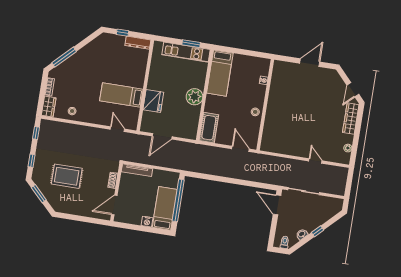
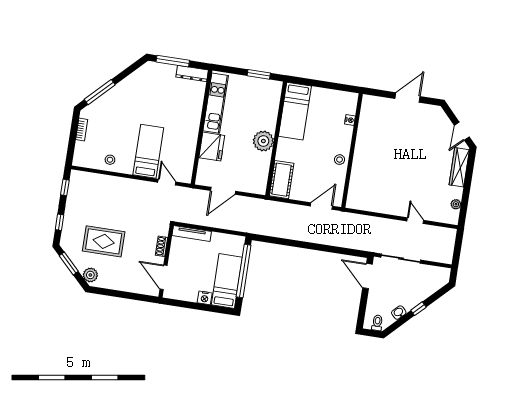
window: (122, 33) -> (173, 61), width x2.17
kitchen unit: (186, 52) -> (216, 103), moved, turned -90
bed: (121, 95) -> (148, 151), moved, turned 90
wardrobe: (49, 107) -> (81, 154), removed
door: (241, 149) -> (321, 206), hinge flipped
plant: (56, 203) -> (90, 275), added
door: (114, 205) -> (164, 277), hinge flipped

